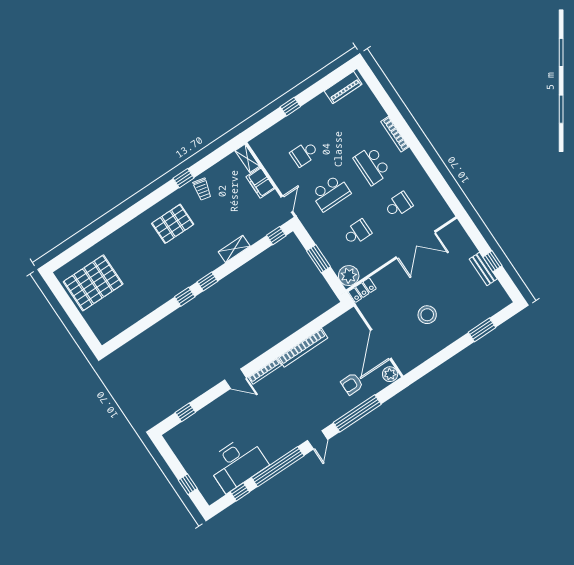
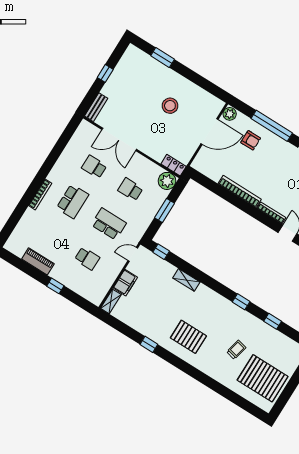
piano: (343, 88) -> (38, 261), moved
trolley: (202, 189) -> (236, 350), moved
double door: (416, 245) -> (119, 139), swing flipped
bench: (483, 269) -> (96, 107), moved
window: (208, 282) -> (273, 321), moved

